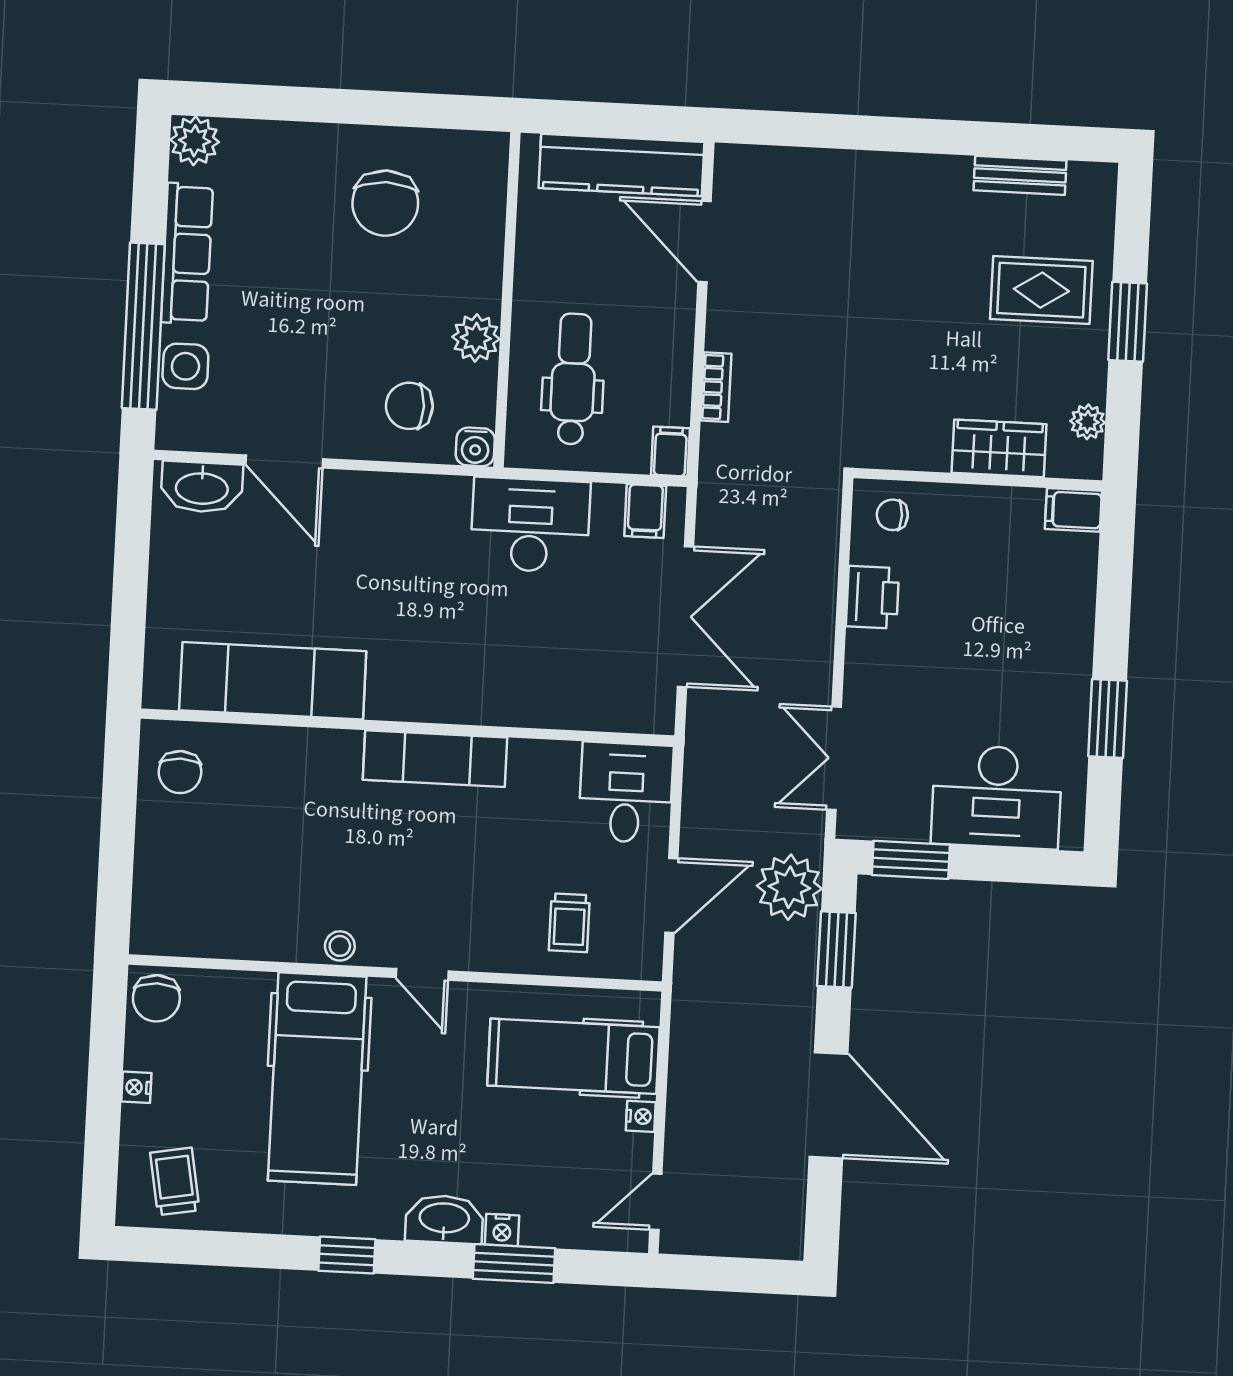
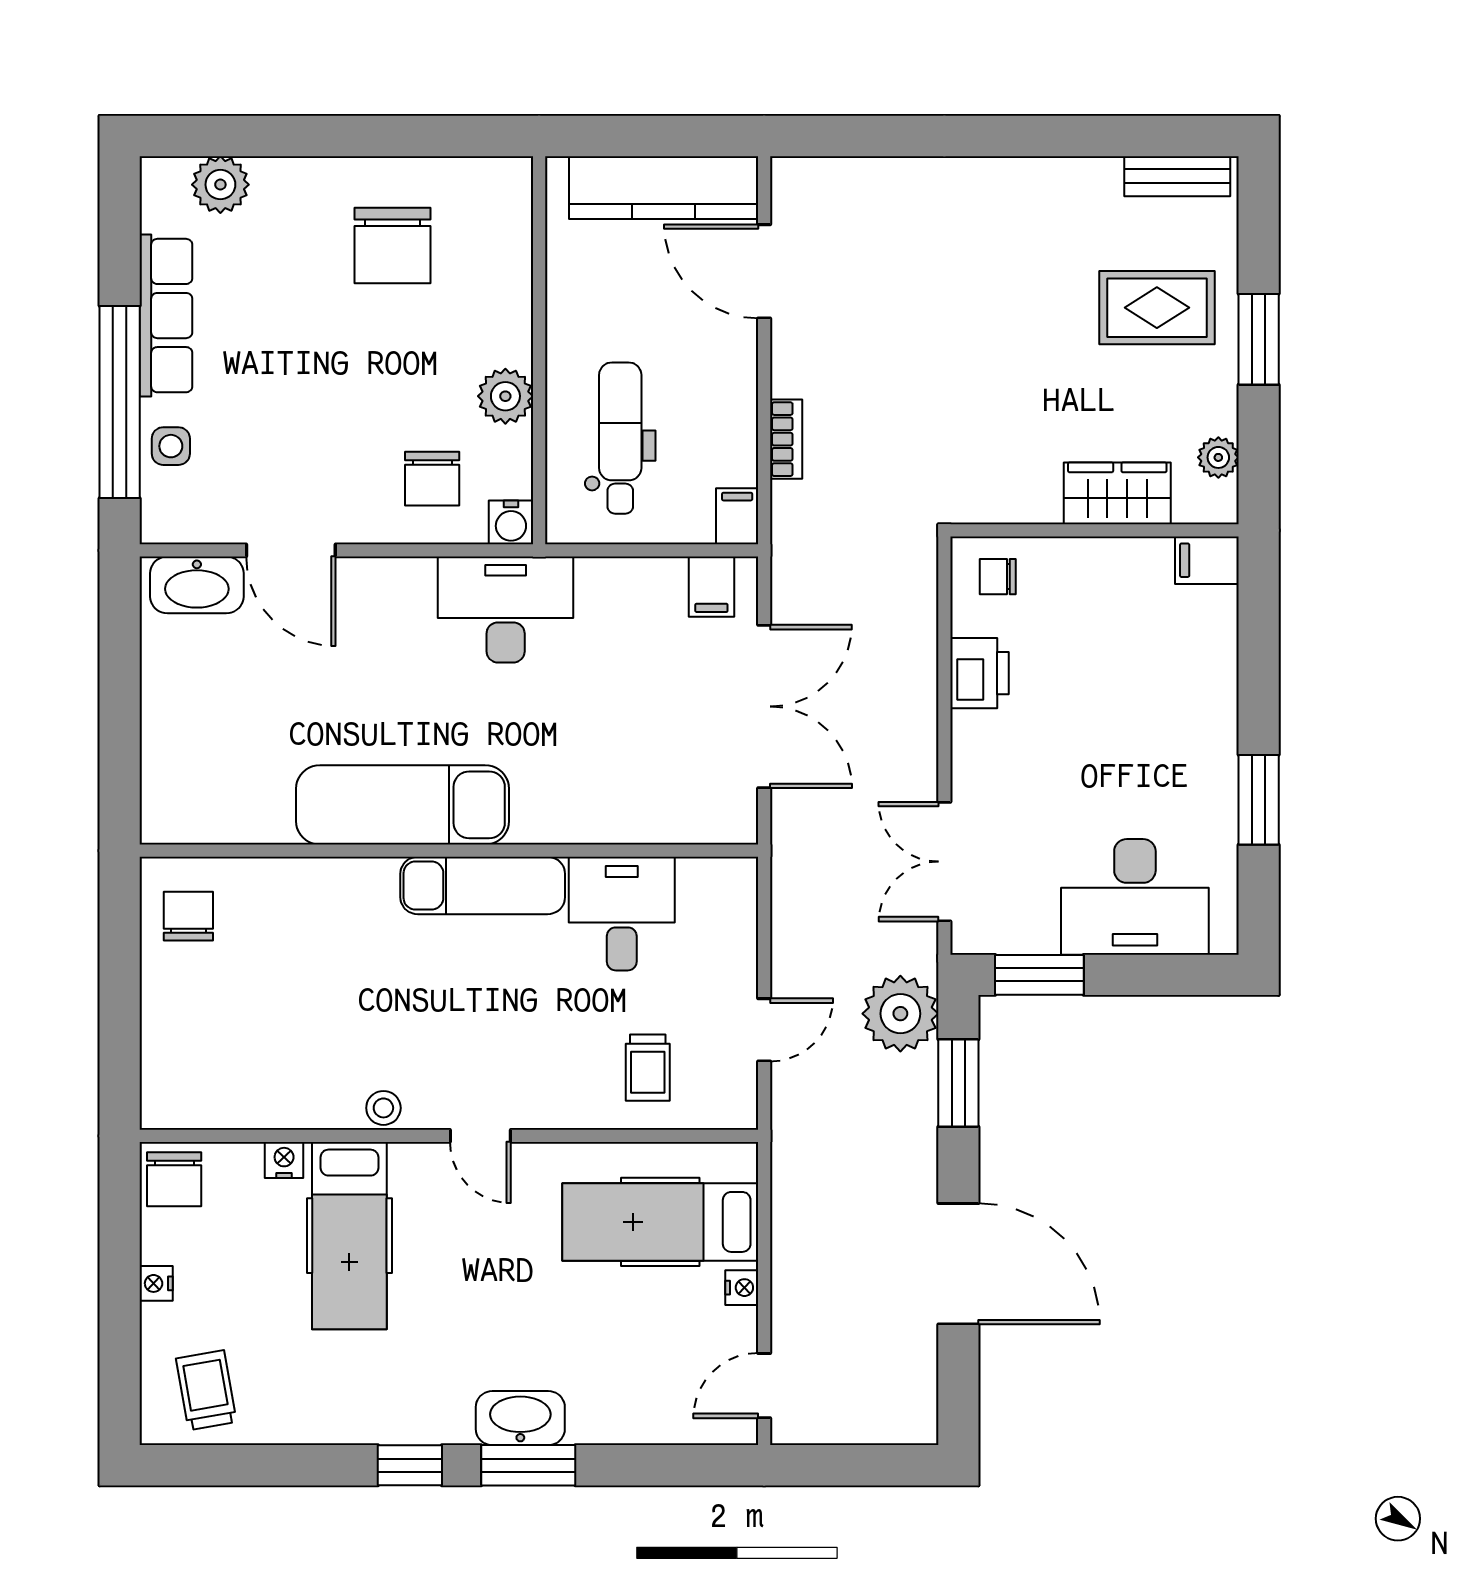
plant: (195, 141) -> (220, 185), moved
bench: (1020, 175) -> (1177, 176), moved
side table: (185, 366) -> (171, 446), width x0.73, depth x0.73
chair: (409, 406) -> (432, 479), turned -90
desk: (530, 525) -> (506, 610), moved
exam couch: (273, 681) -> (403, 805), moved
chair: (180, 772) -> (188, 916), turned 180
desk: (626, 793) -> (622, 914), moved
door: (671, 895) -> (764, 1030), width x0.73
hospital bed: (317, 1079) -> (349, 1236), width x0.73, depth x0.78
nightstand: (502, 1230) -> (284, 1160), moved, turned 180
window: (514, 1264) -> (528, 1465), moved

